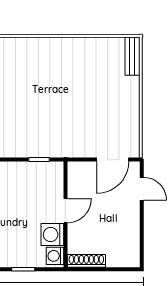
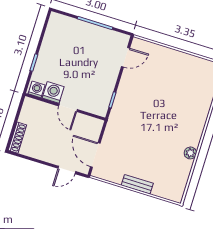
plant: (74, 45) -> (190, 153), added
bench: (132, 56) -> (137, 184), moved
shoe rack: (86, 261) -> (17, 138), moved

